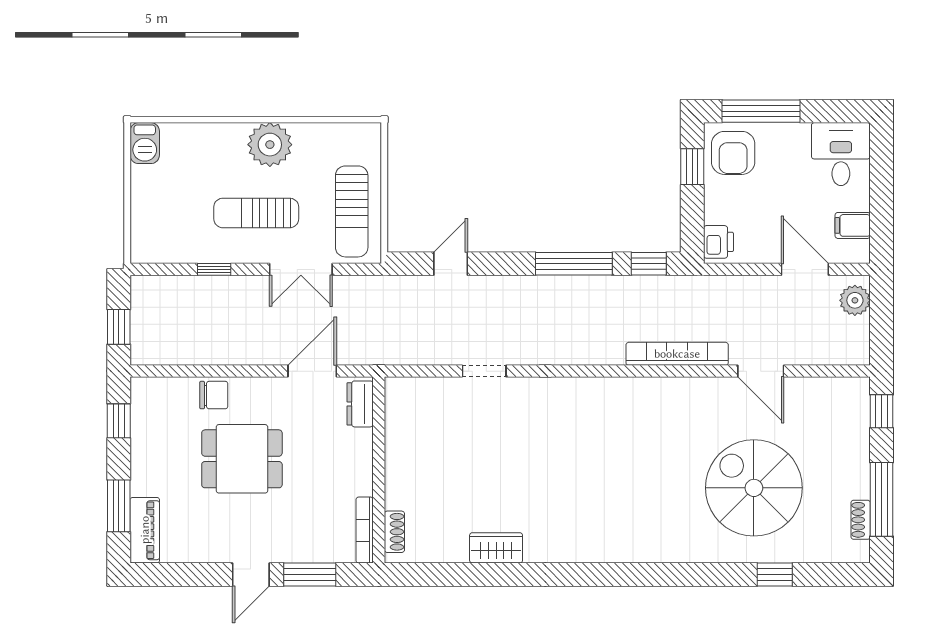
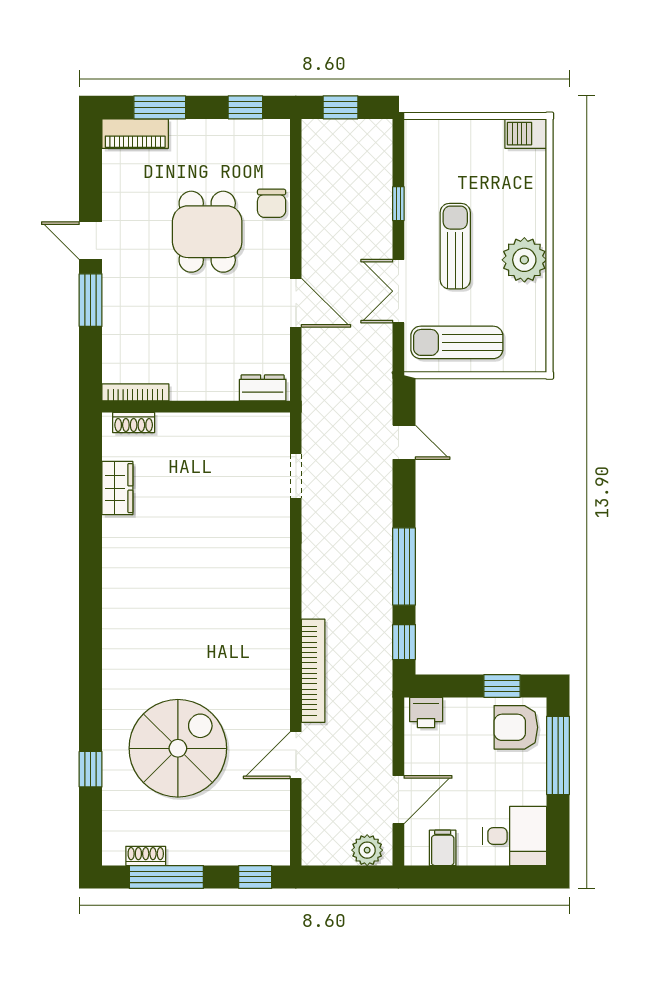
dresser: (360, 404) -> (263, 388), moved
wall: (379, 470) -> (196, 407), moved
bookcase: (365, 530) -> (135, 392), moved
shoe rack: (394, 532) -> (134, 423), moved

